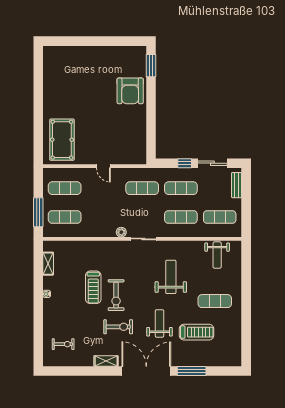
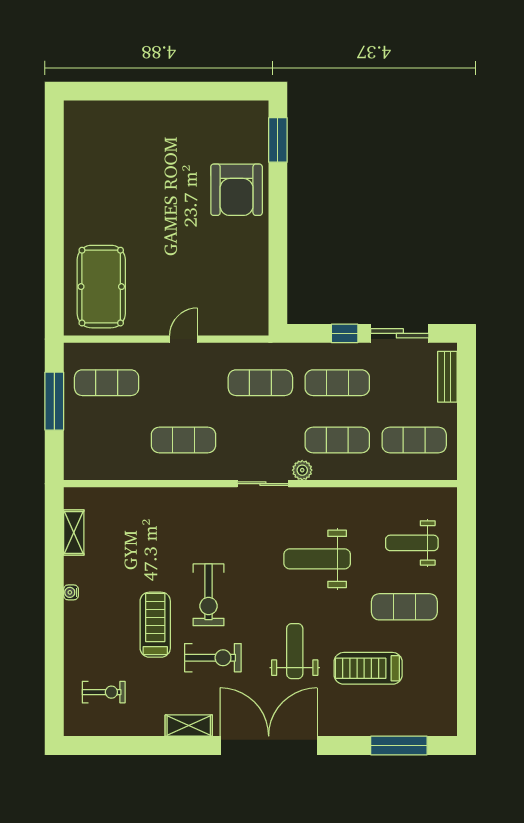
door: (103, 166) -> (184, 339), swing flipped
window: (38, 212) -> (54, 401), moved
exercise mat: (65, 217) -> (183, 440), moved
plant: (121, 232) -> (302, 470), moved
weight bench: (217, 255) -> (412, 543), moved, turned 90
weight bench: (171, 277) -> (317, 559), turned -90
treadmill: (93, 287) -> (155, 625), moved, turned 180
treadmill: (196, 332) -> (368, 668), turned 180
window: (192, 371) -> (399, 746), moved

